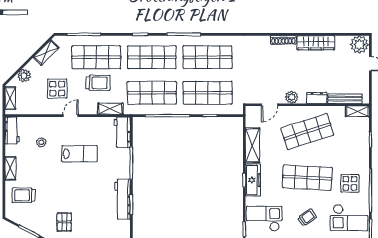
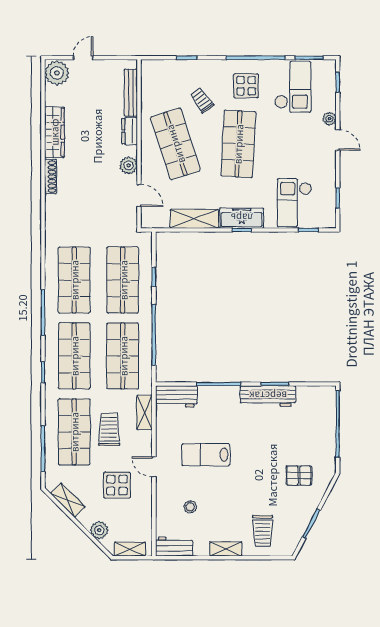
shelving: (357, 111) -> (148, 76), removed
lab bench: (80, 154) -> (206, 455), turned -90
trolley: (307, 218) -> (202, 100), moved

